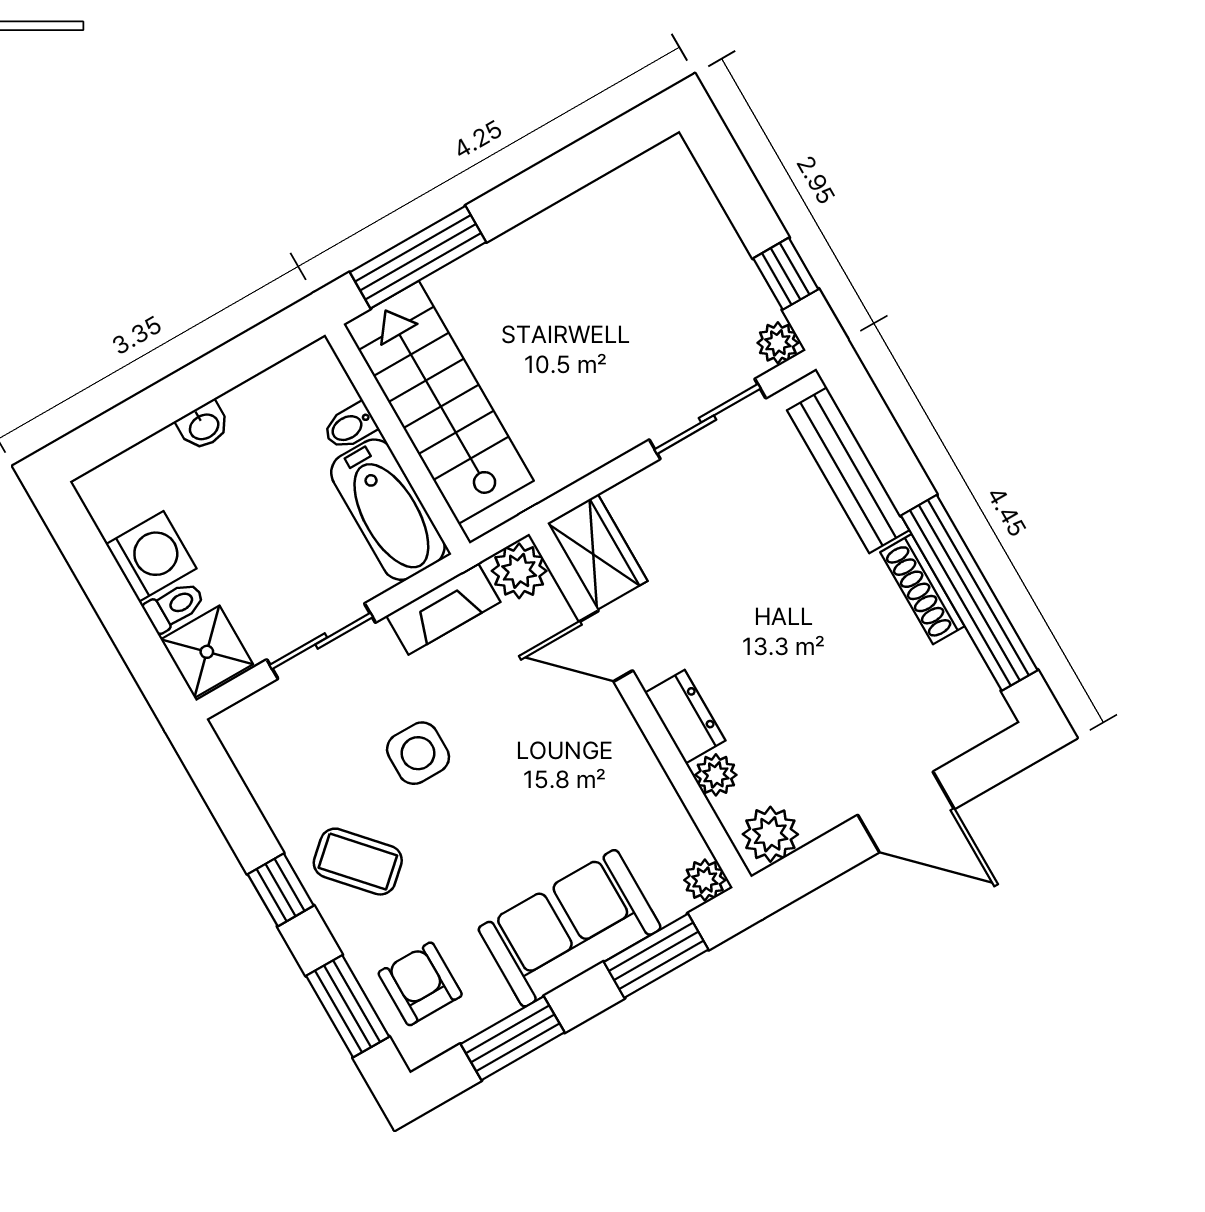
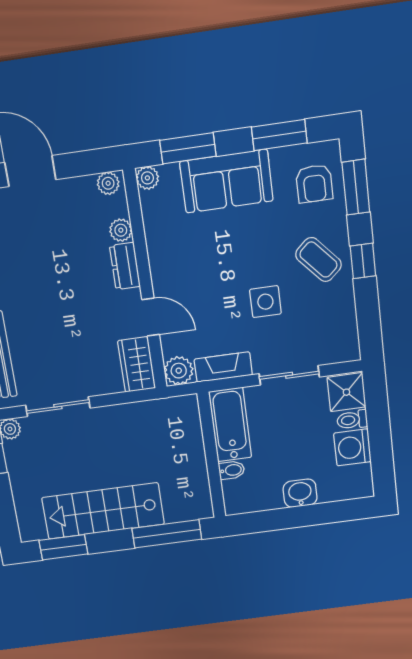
window: (598, 154) -> (63, 547), added
stairs: (439, 402) -> (103, 511), moved, turned 90
washbasin: (204, 426) -> (300, 493), width x1.38, depth x1.45
plant: (770, 834) -> (108, 183), width x0.73, depth x0.73

